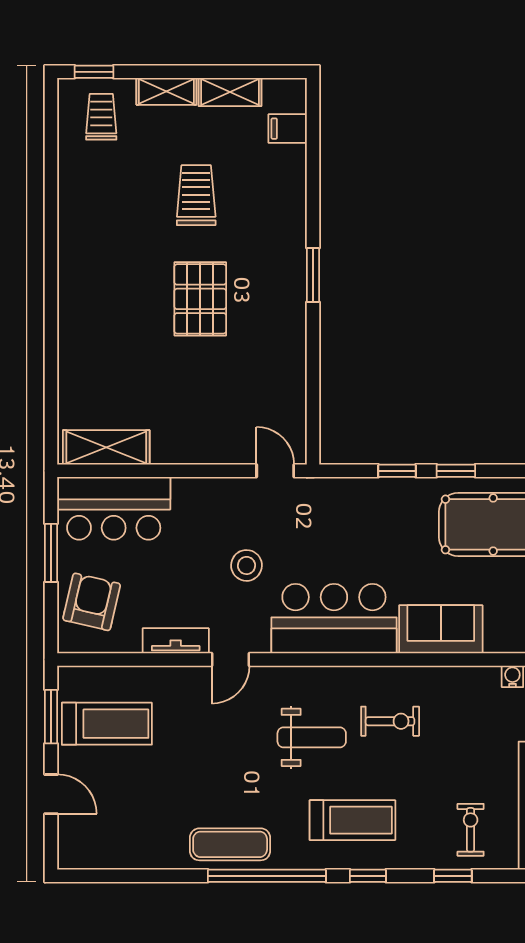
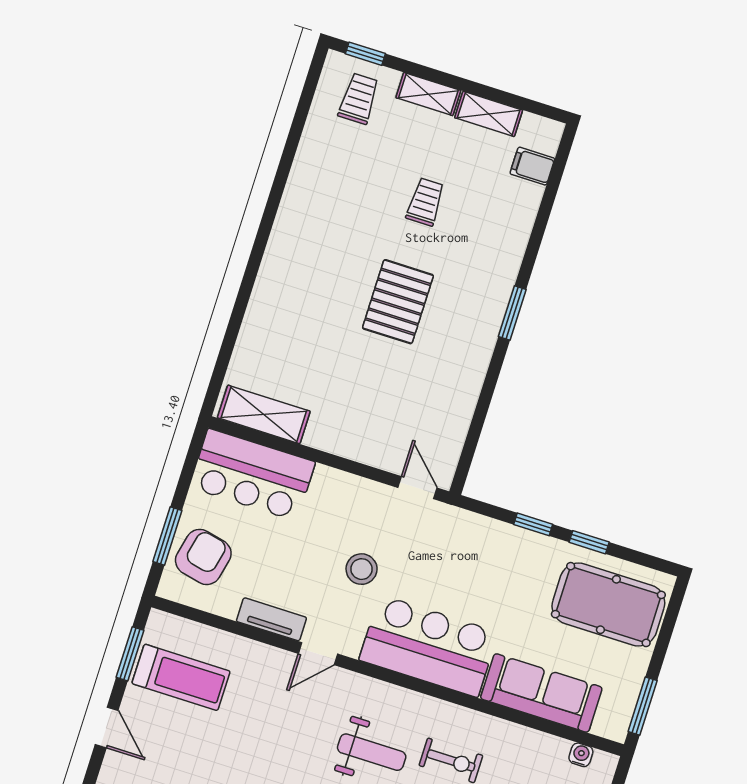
trolley: (196, 195) -> (425, 202), width x0.73, depth x0.72
window: (51, 553) -> (167, 536), moved
sofa: (441, 629) -> (541, 693), width x1.36

